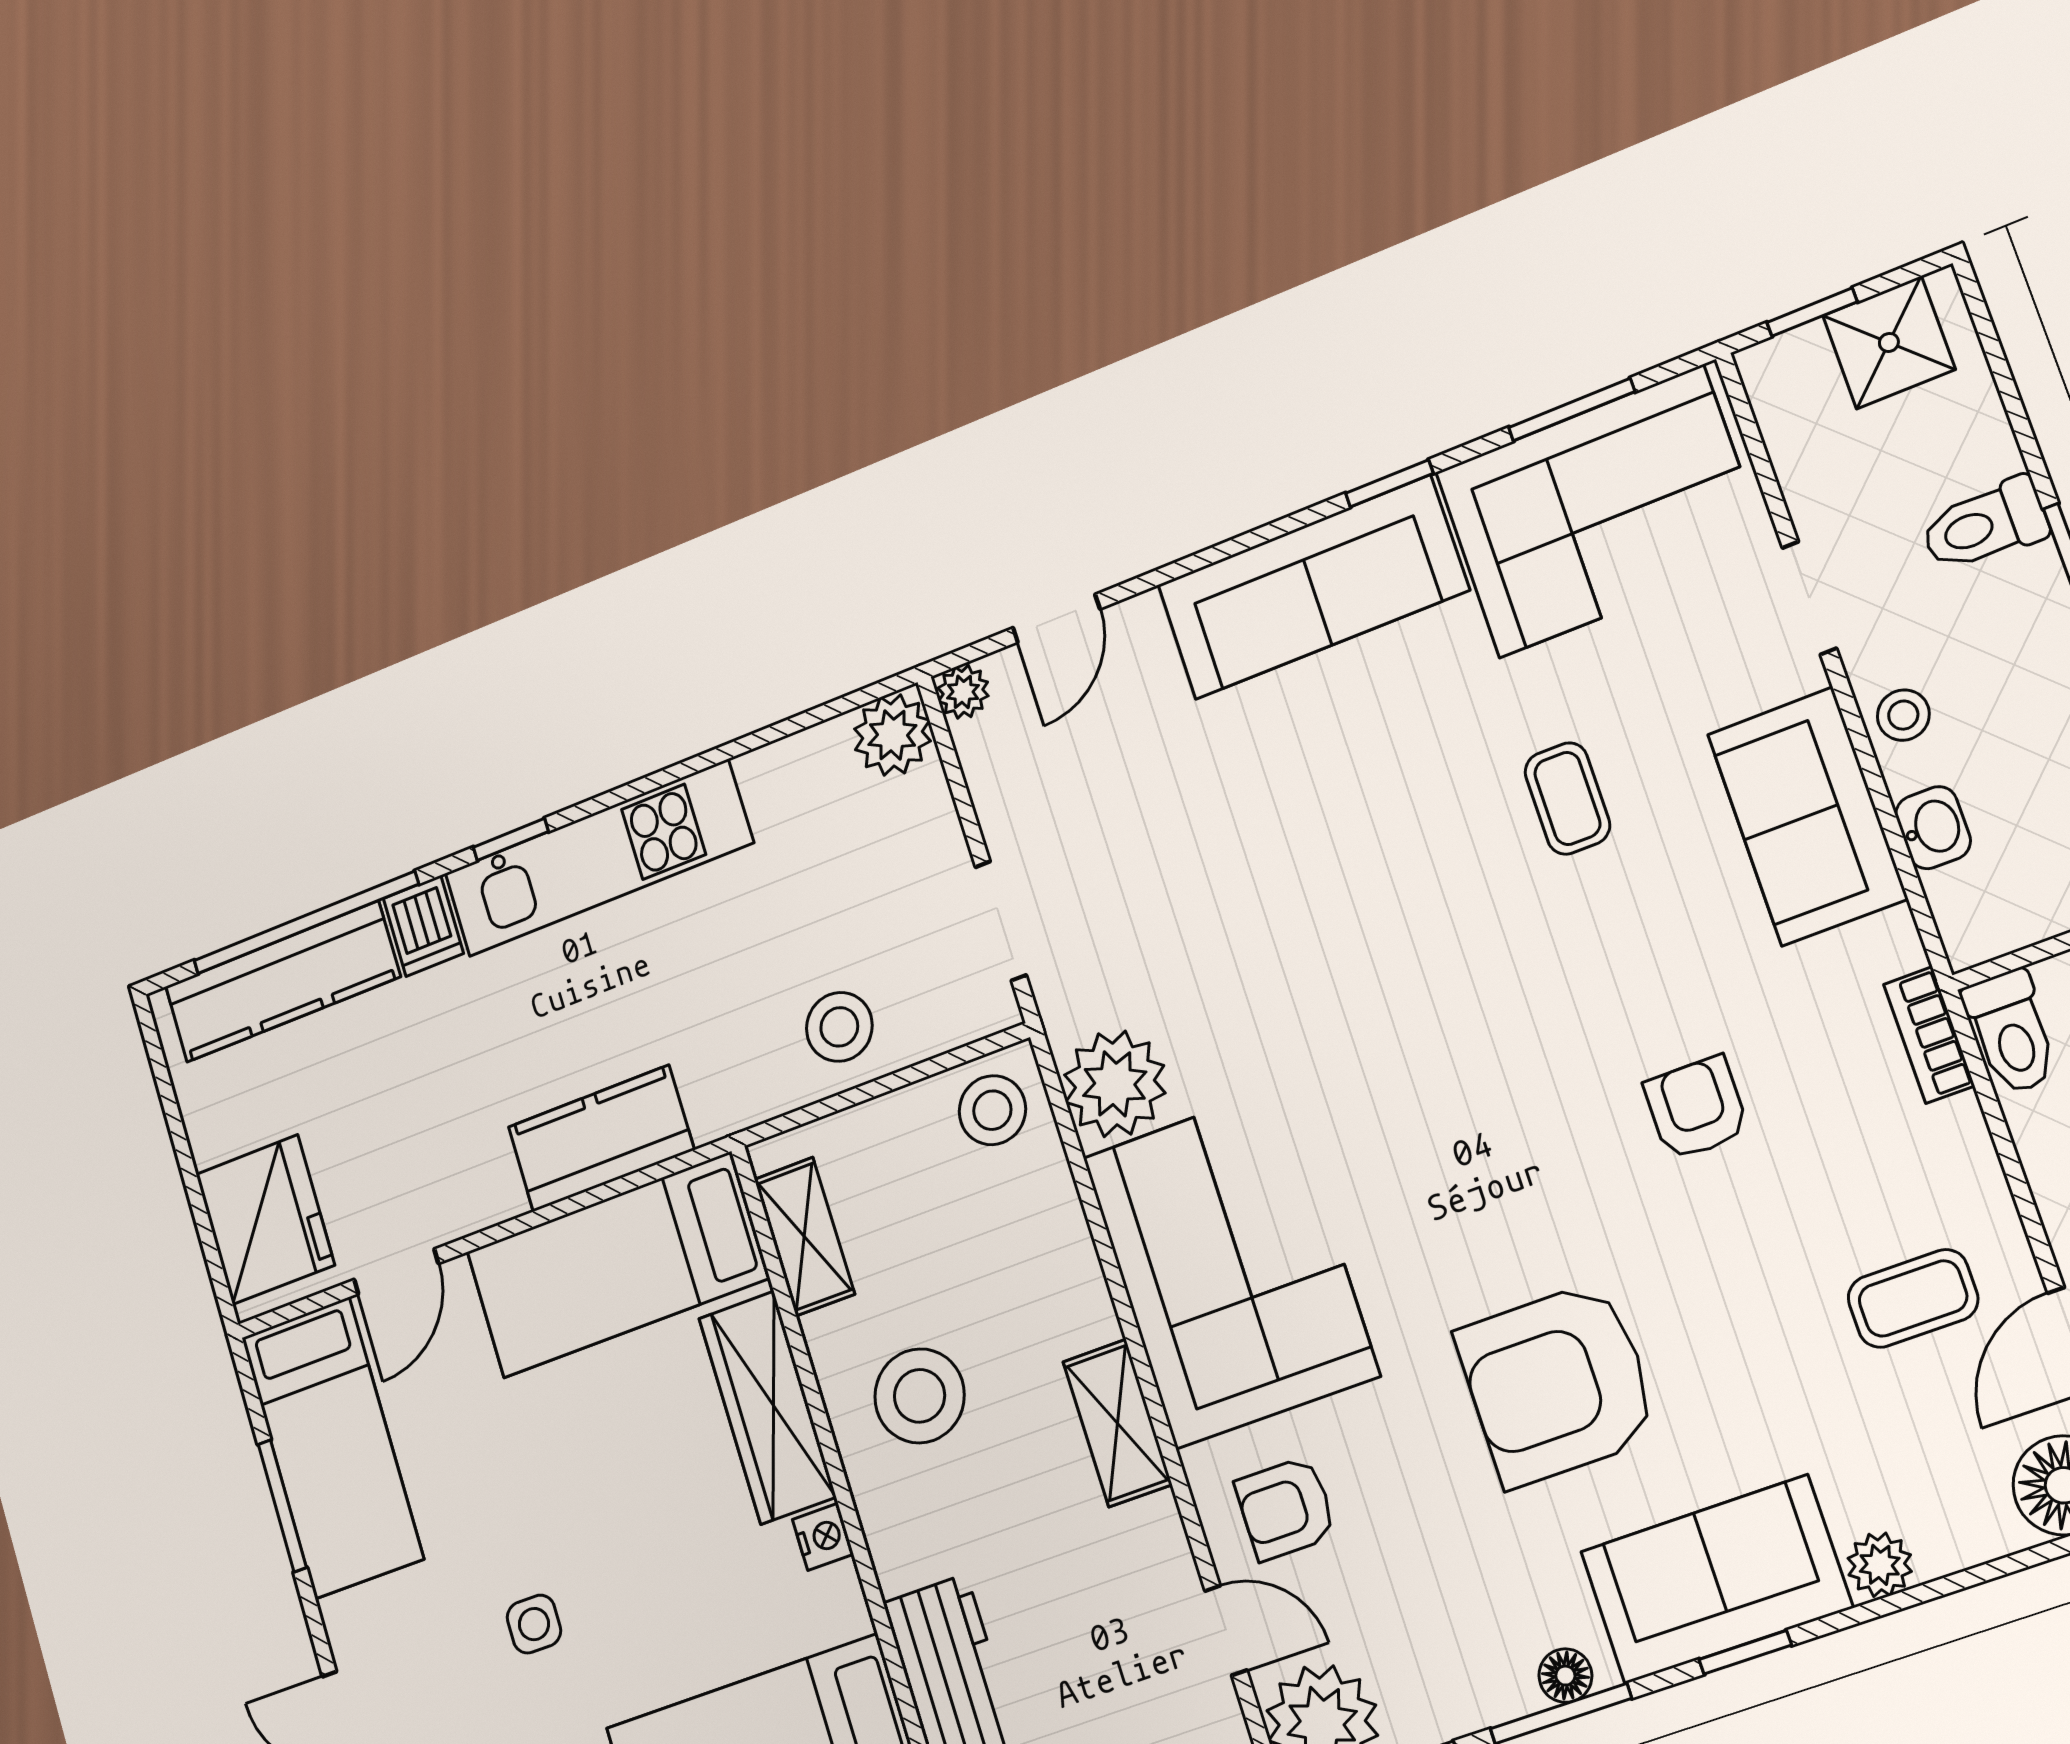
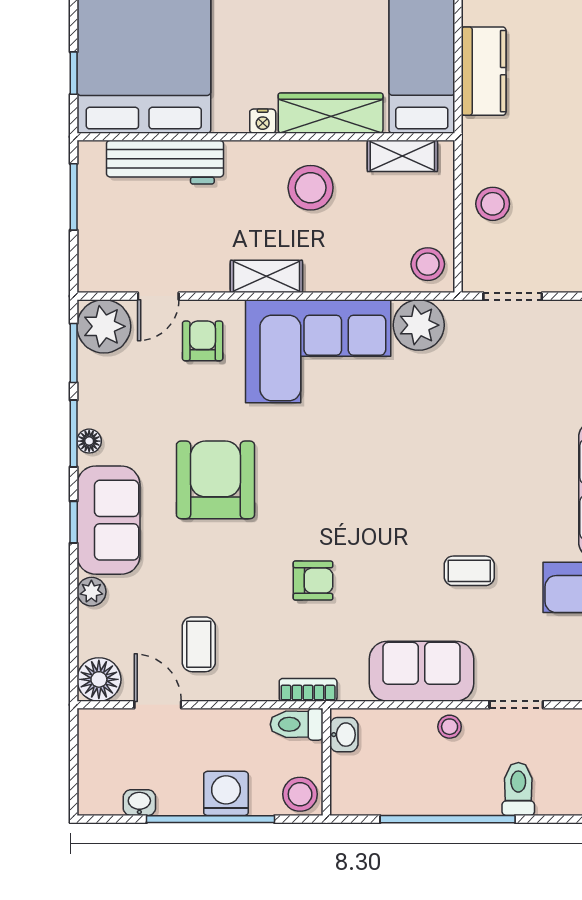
washbasin: (1933, 828) -> (344, 735), moved, turned -90

